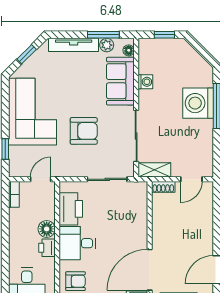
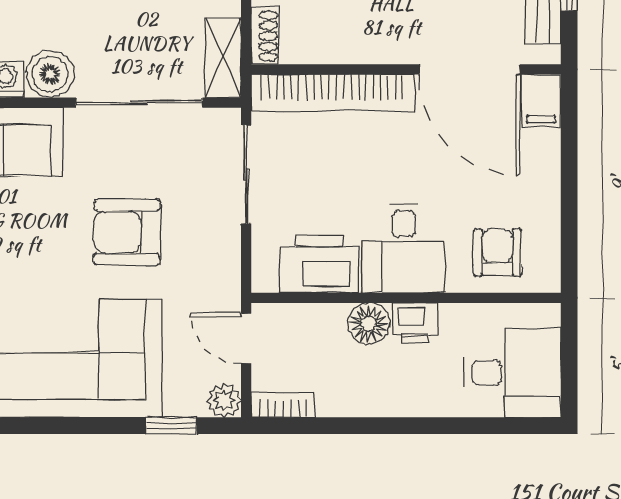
boiler: (148, 100) -> (50, 74), added
armchair: (84, 131) -> (127, 232), turned -90
plant: (16, 170) -> (224, 400), added
bookcase: (140, 214) -> (332, 93), added

